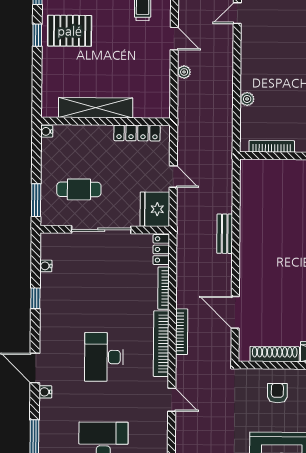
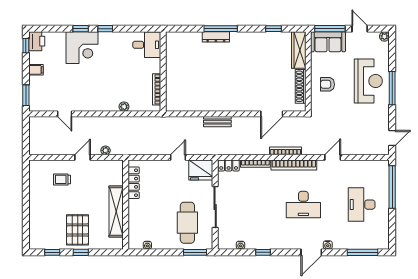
shelving: (96, 108) -> (116, 211), moved
wall: (106, 121) -> (126, 205), moved
locker: (137, 133) -> (134, 183), moved
cafe table: (79, 189) -> (187, 223), width x1.37, depth x1.35

